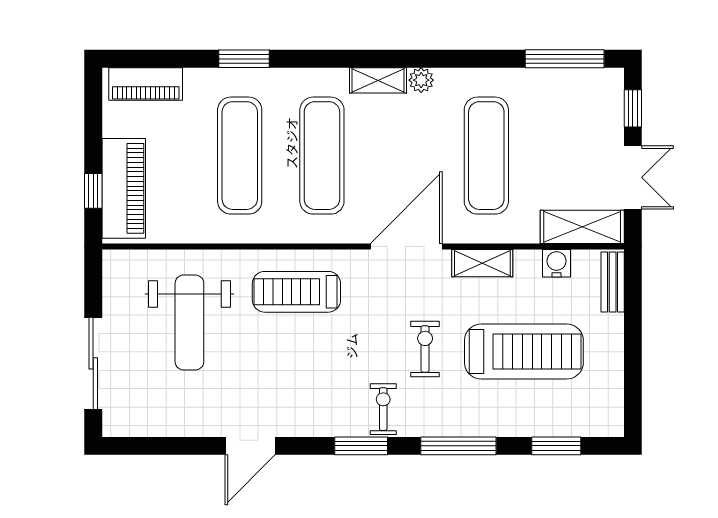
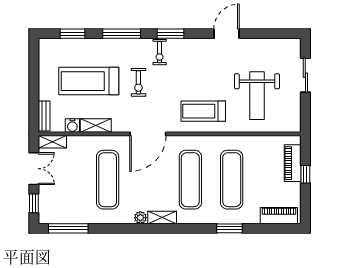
double door: (633, 177) -> (34, 169), swing flipped
piano: (124, 188) -> (293, 163), width x0.73, depth x0.75
window: (93, 191) -> (305, 174), moved
shelving: (582, 227) -> (52, 142), width x0.67, depth x0.75
shelving: (482, 263) -> (96, 126), moved
treadmill: (296, 292) -> (203, 111), turned 180
weight bench: (189, 322) -> (257, 96), turned 180
sliding door: (93, 363) -> (305, 75), width x0.73

